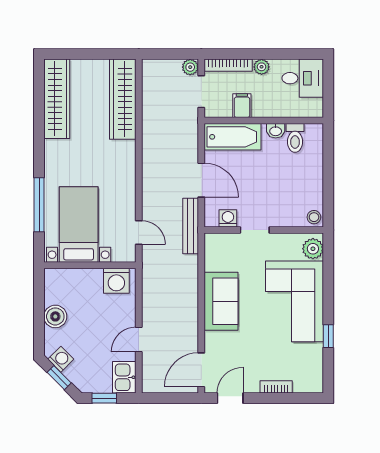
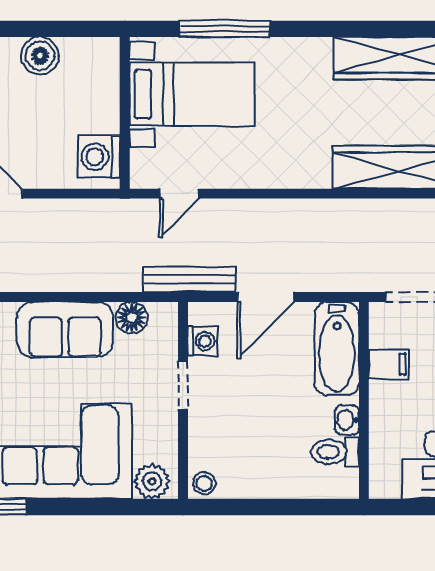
floor lamp: (214, 261) -> (132, 318), added

